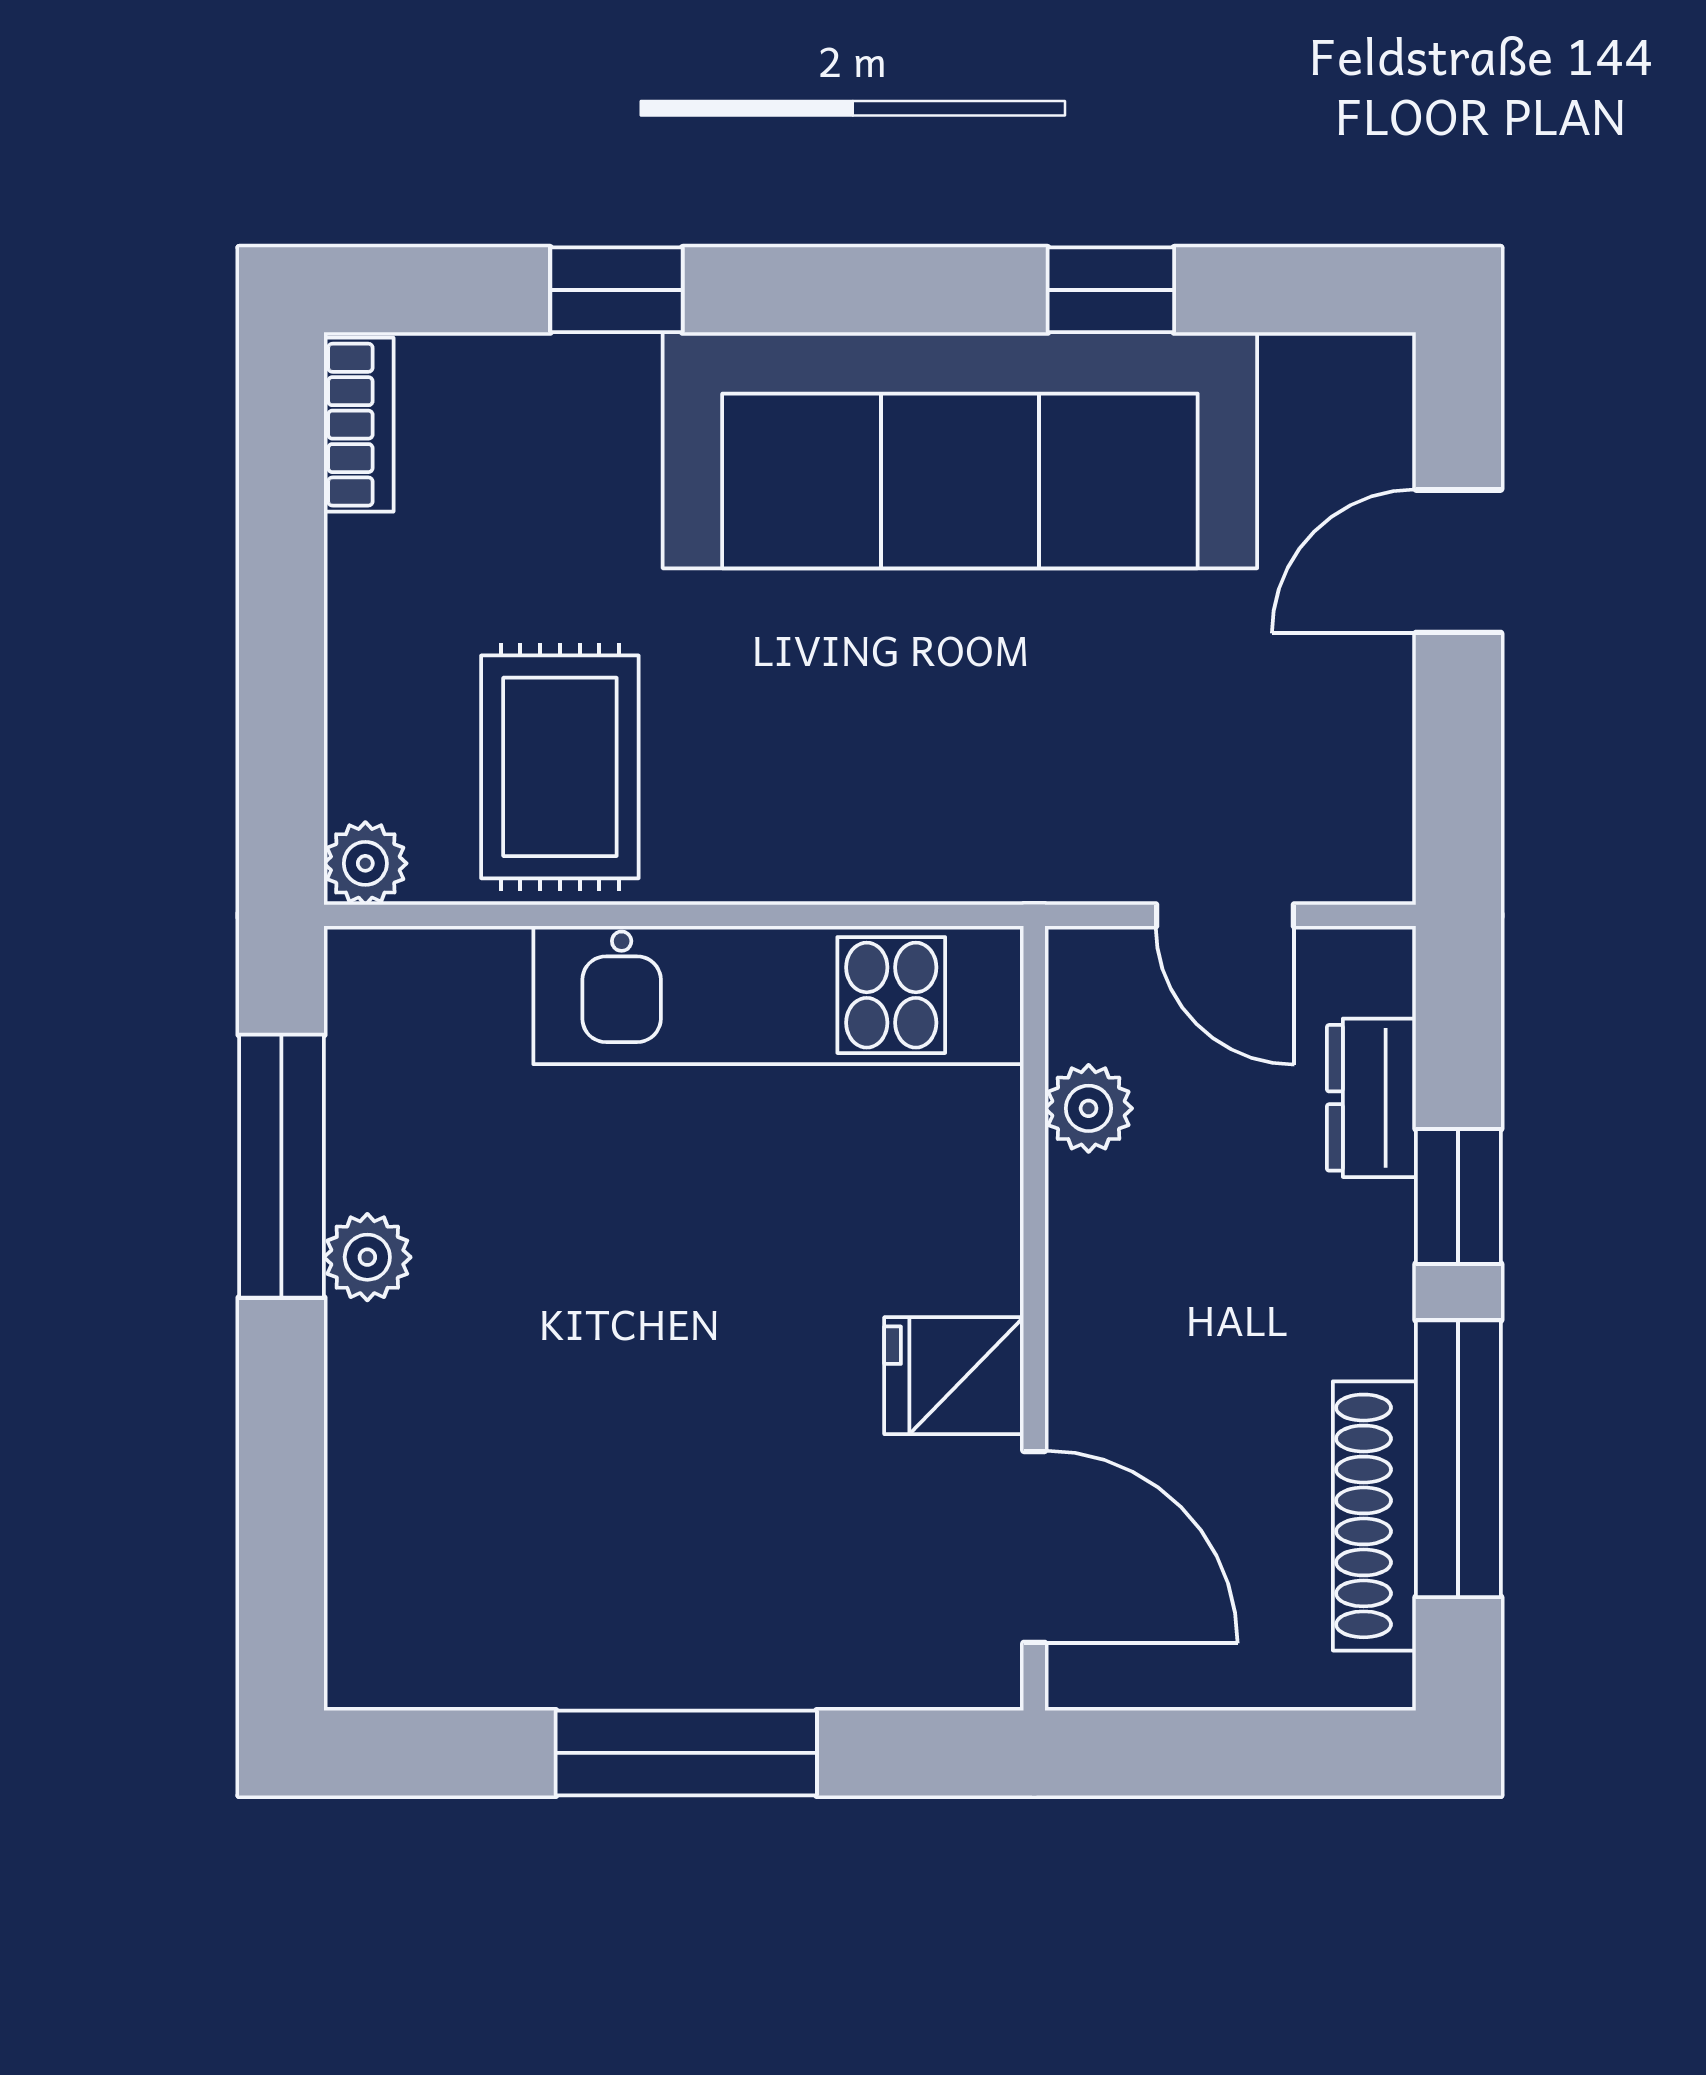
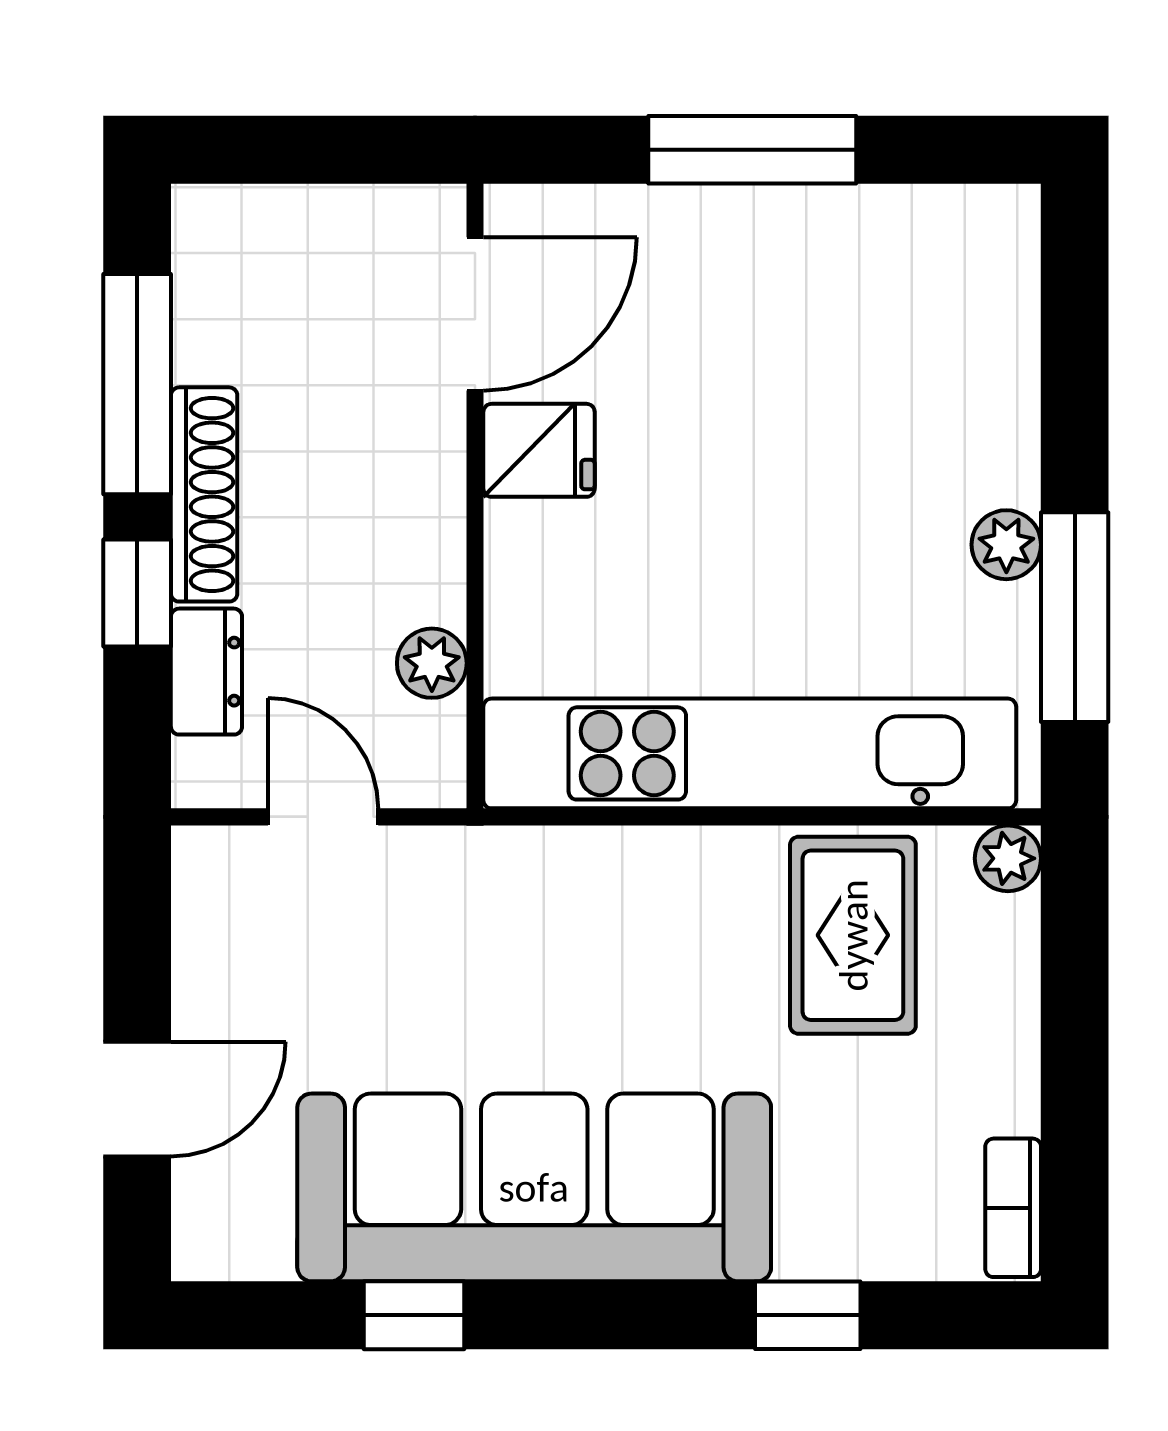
kitchen unit: (778, 995) -> (750, 753), width x1.36
shoe rack: (1374, 1516) -> (204, 494), moved
door: (1034, 1547) -> (475, 314), swing flipped

